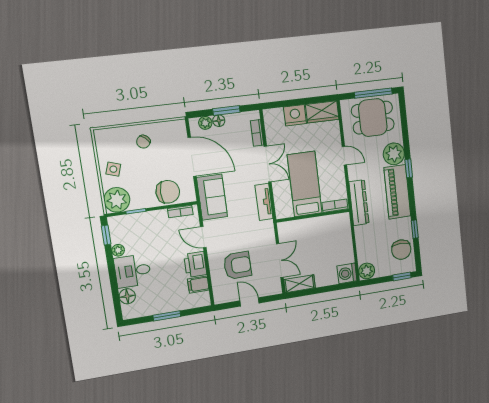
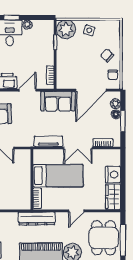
chair: (168, 192) -> (113, 75), moved, width x0.54, depth x0.54
window: (106, 235) -> (11, 17), moved

